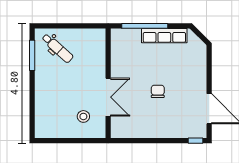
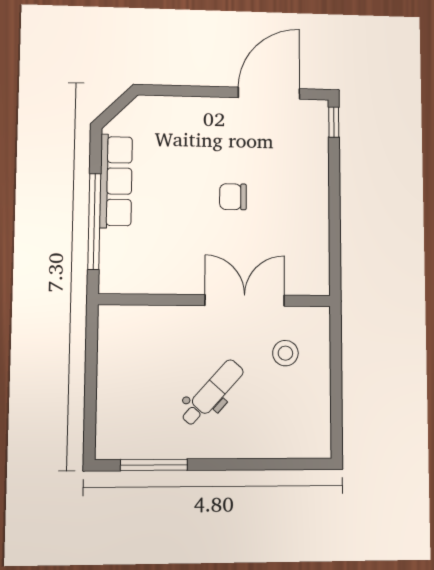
dental chair: (57, 48) -> (212, 393), moved

